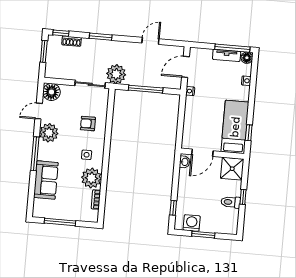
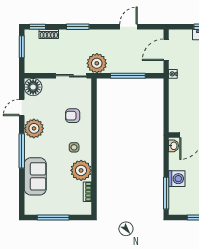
window: (173, 208) -> (166, 193), width x2.17
washing machine: (192, 223) -> (177, 179), moved, turned 90

